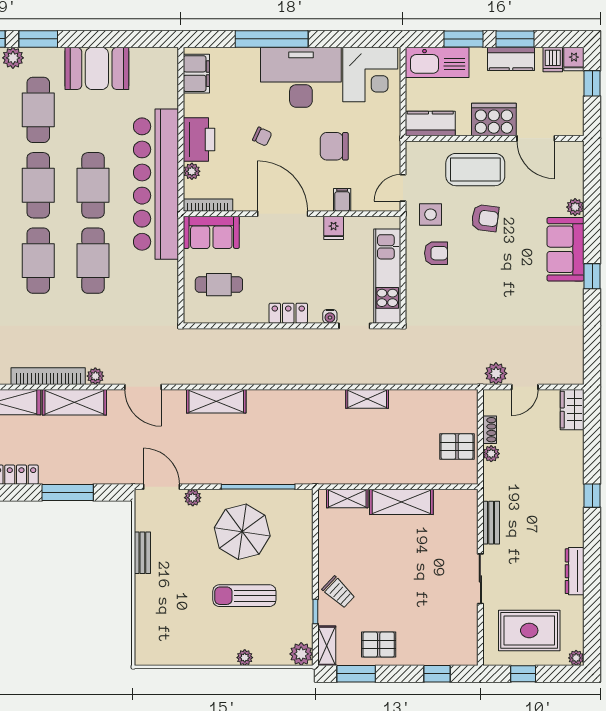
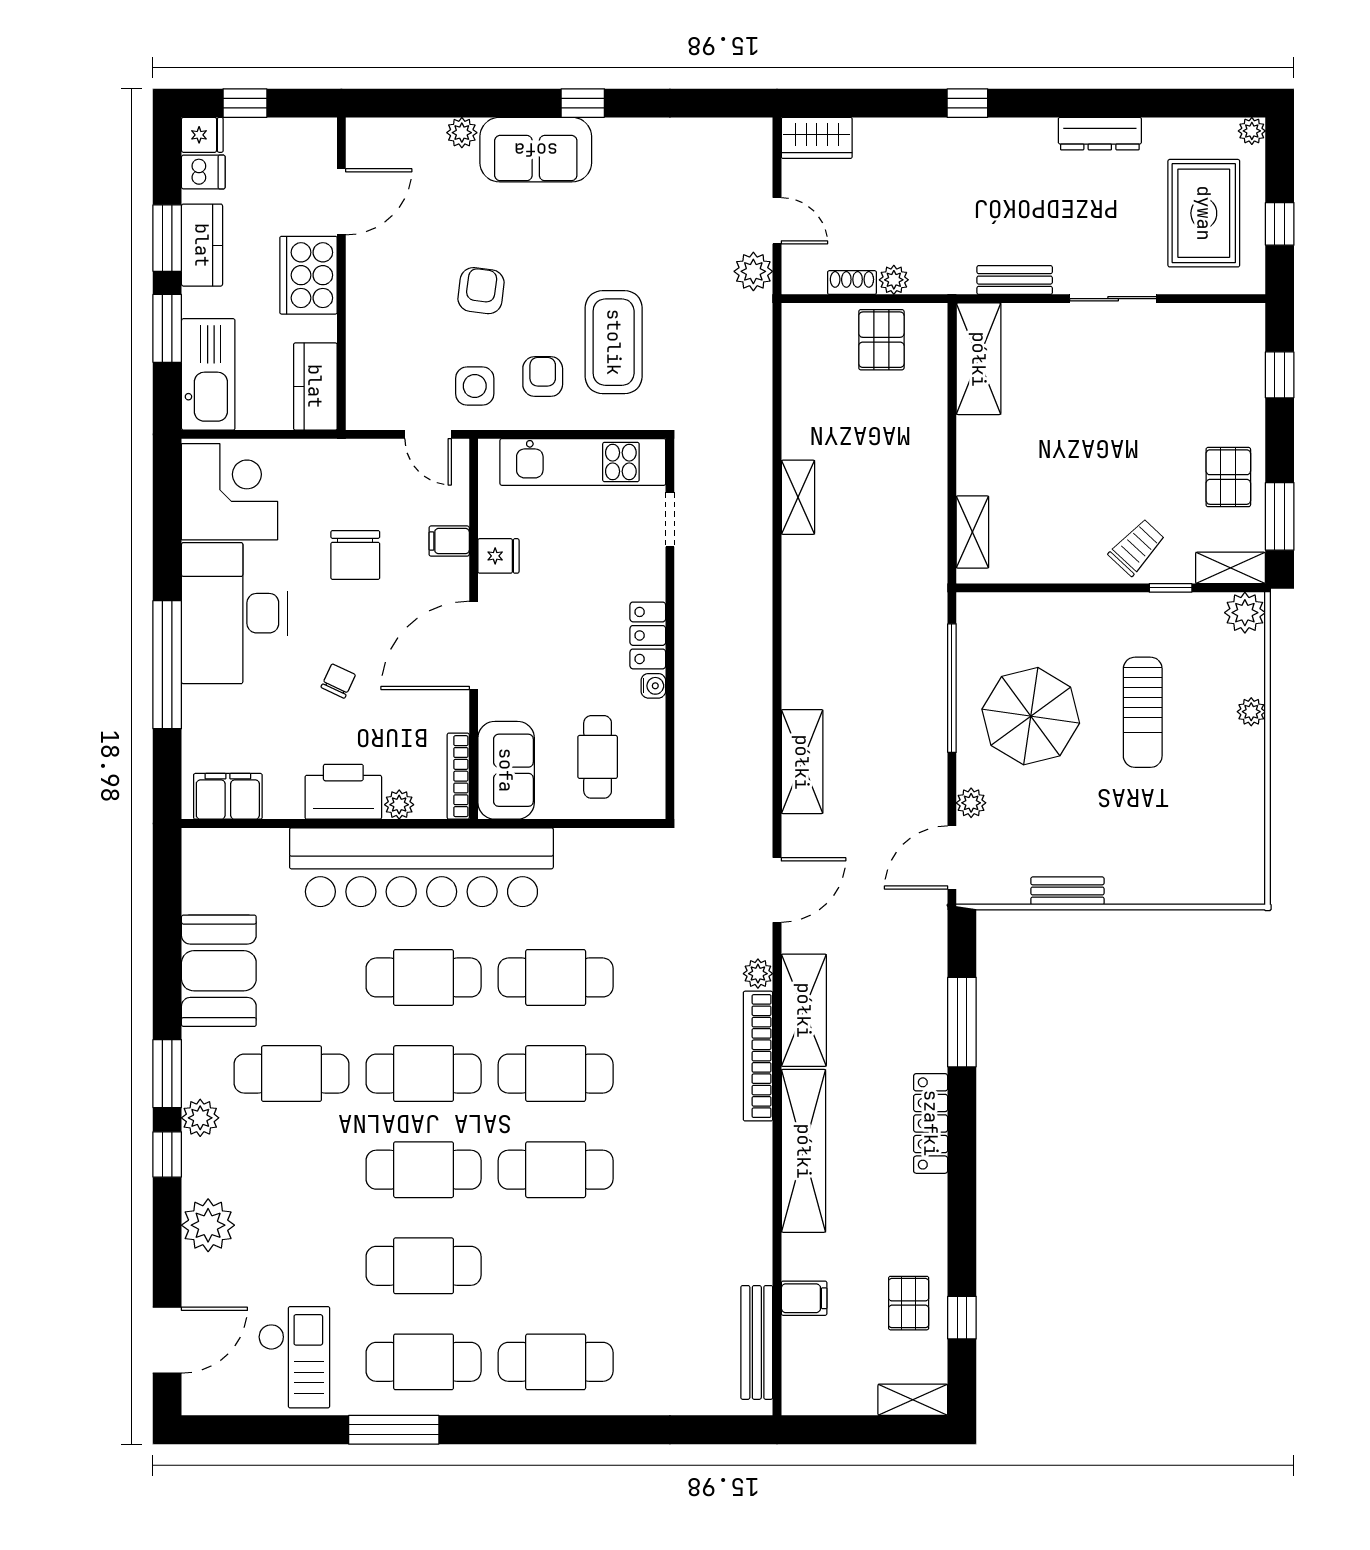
coffee table: (475, 170) -> (614, 342), moved
water cooler: (330, 316) -> (653, 686), moved
shelving: (401, 502) -> (979, 359), moved

